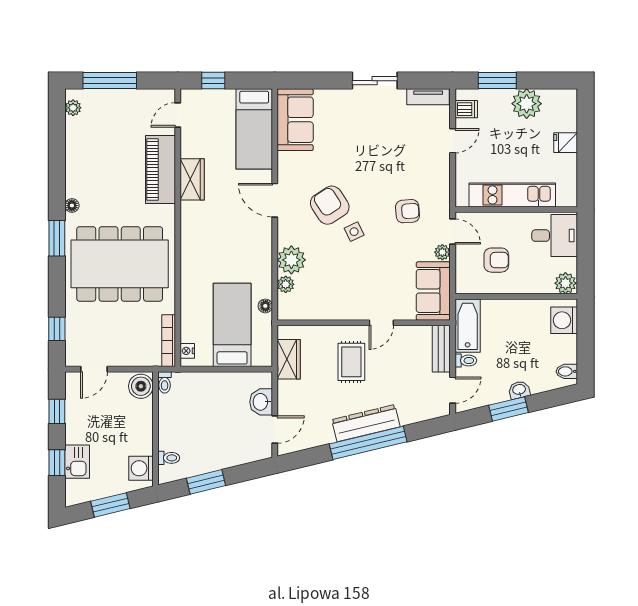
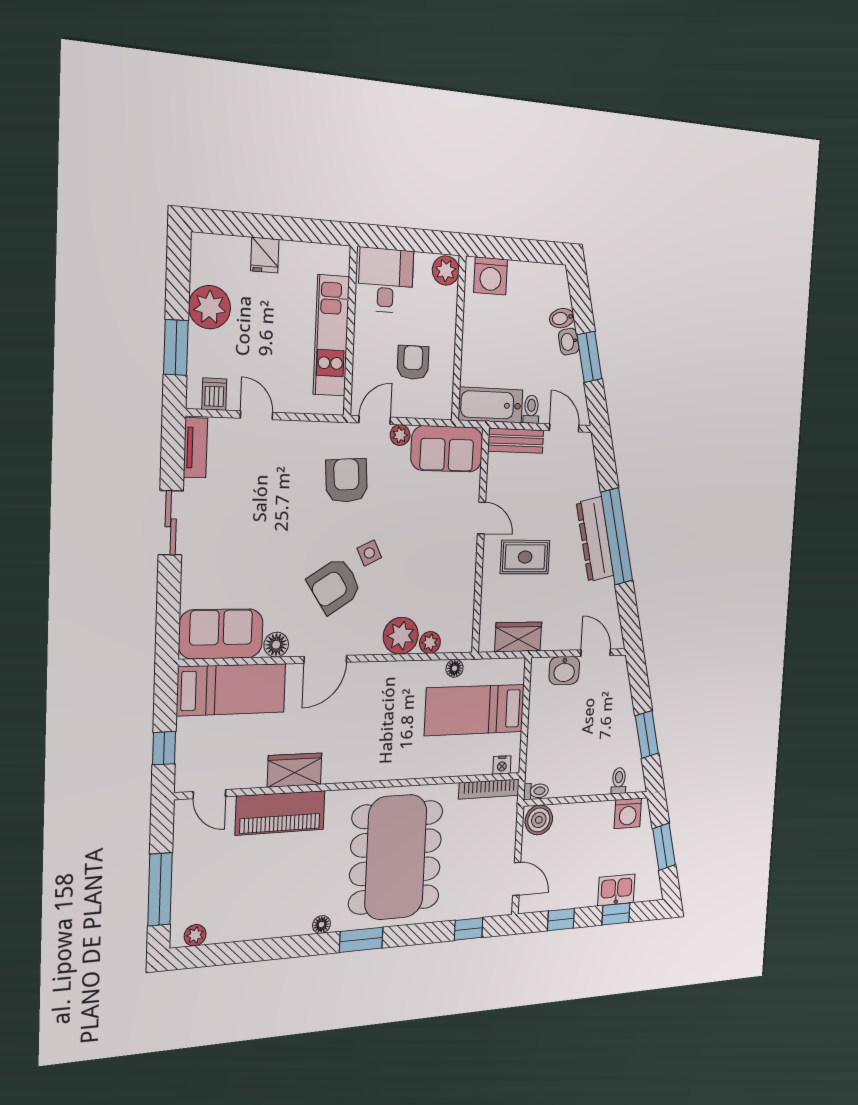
floor lamp: (286, 162) -> (276, 645), added
armchair: (408, 211) -> (347, 481), width x1.38, depth x1.38
bidet: (567, 371) -> (562, 318), moved, turned 76

